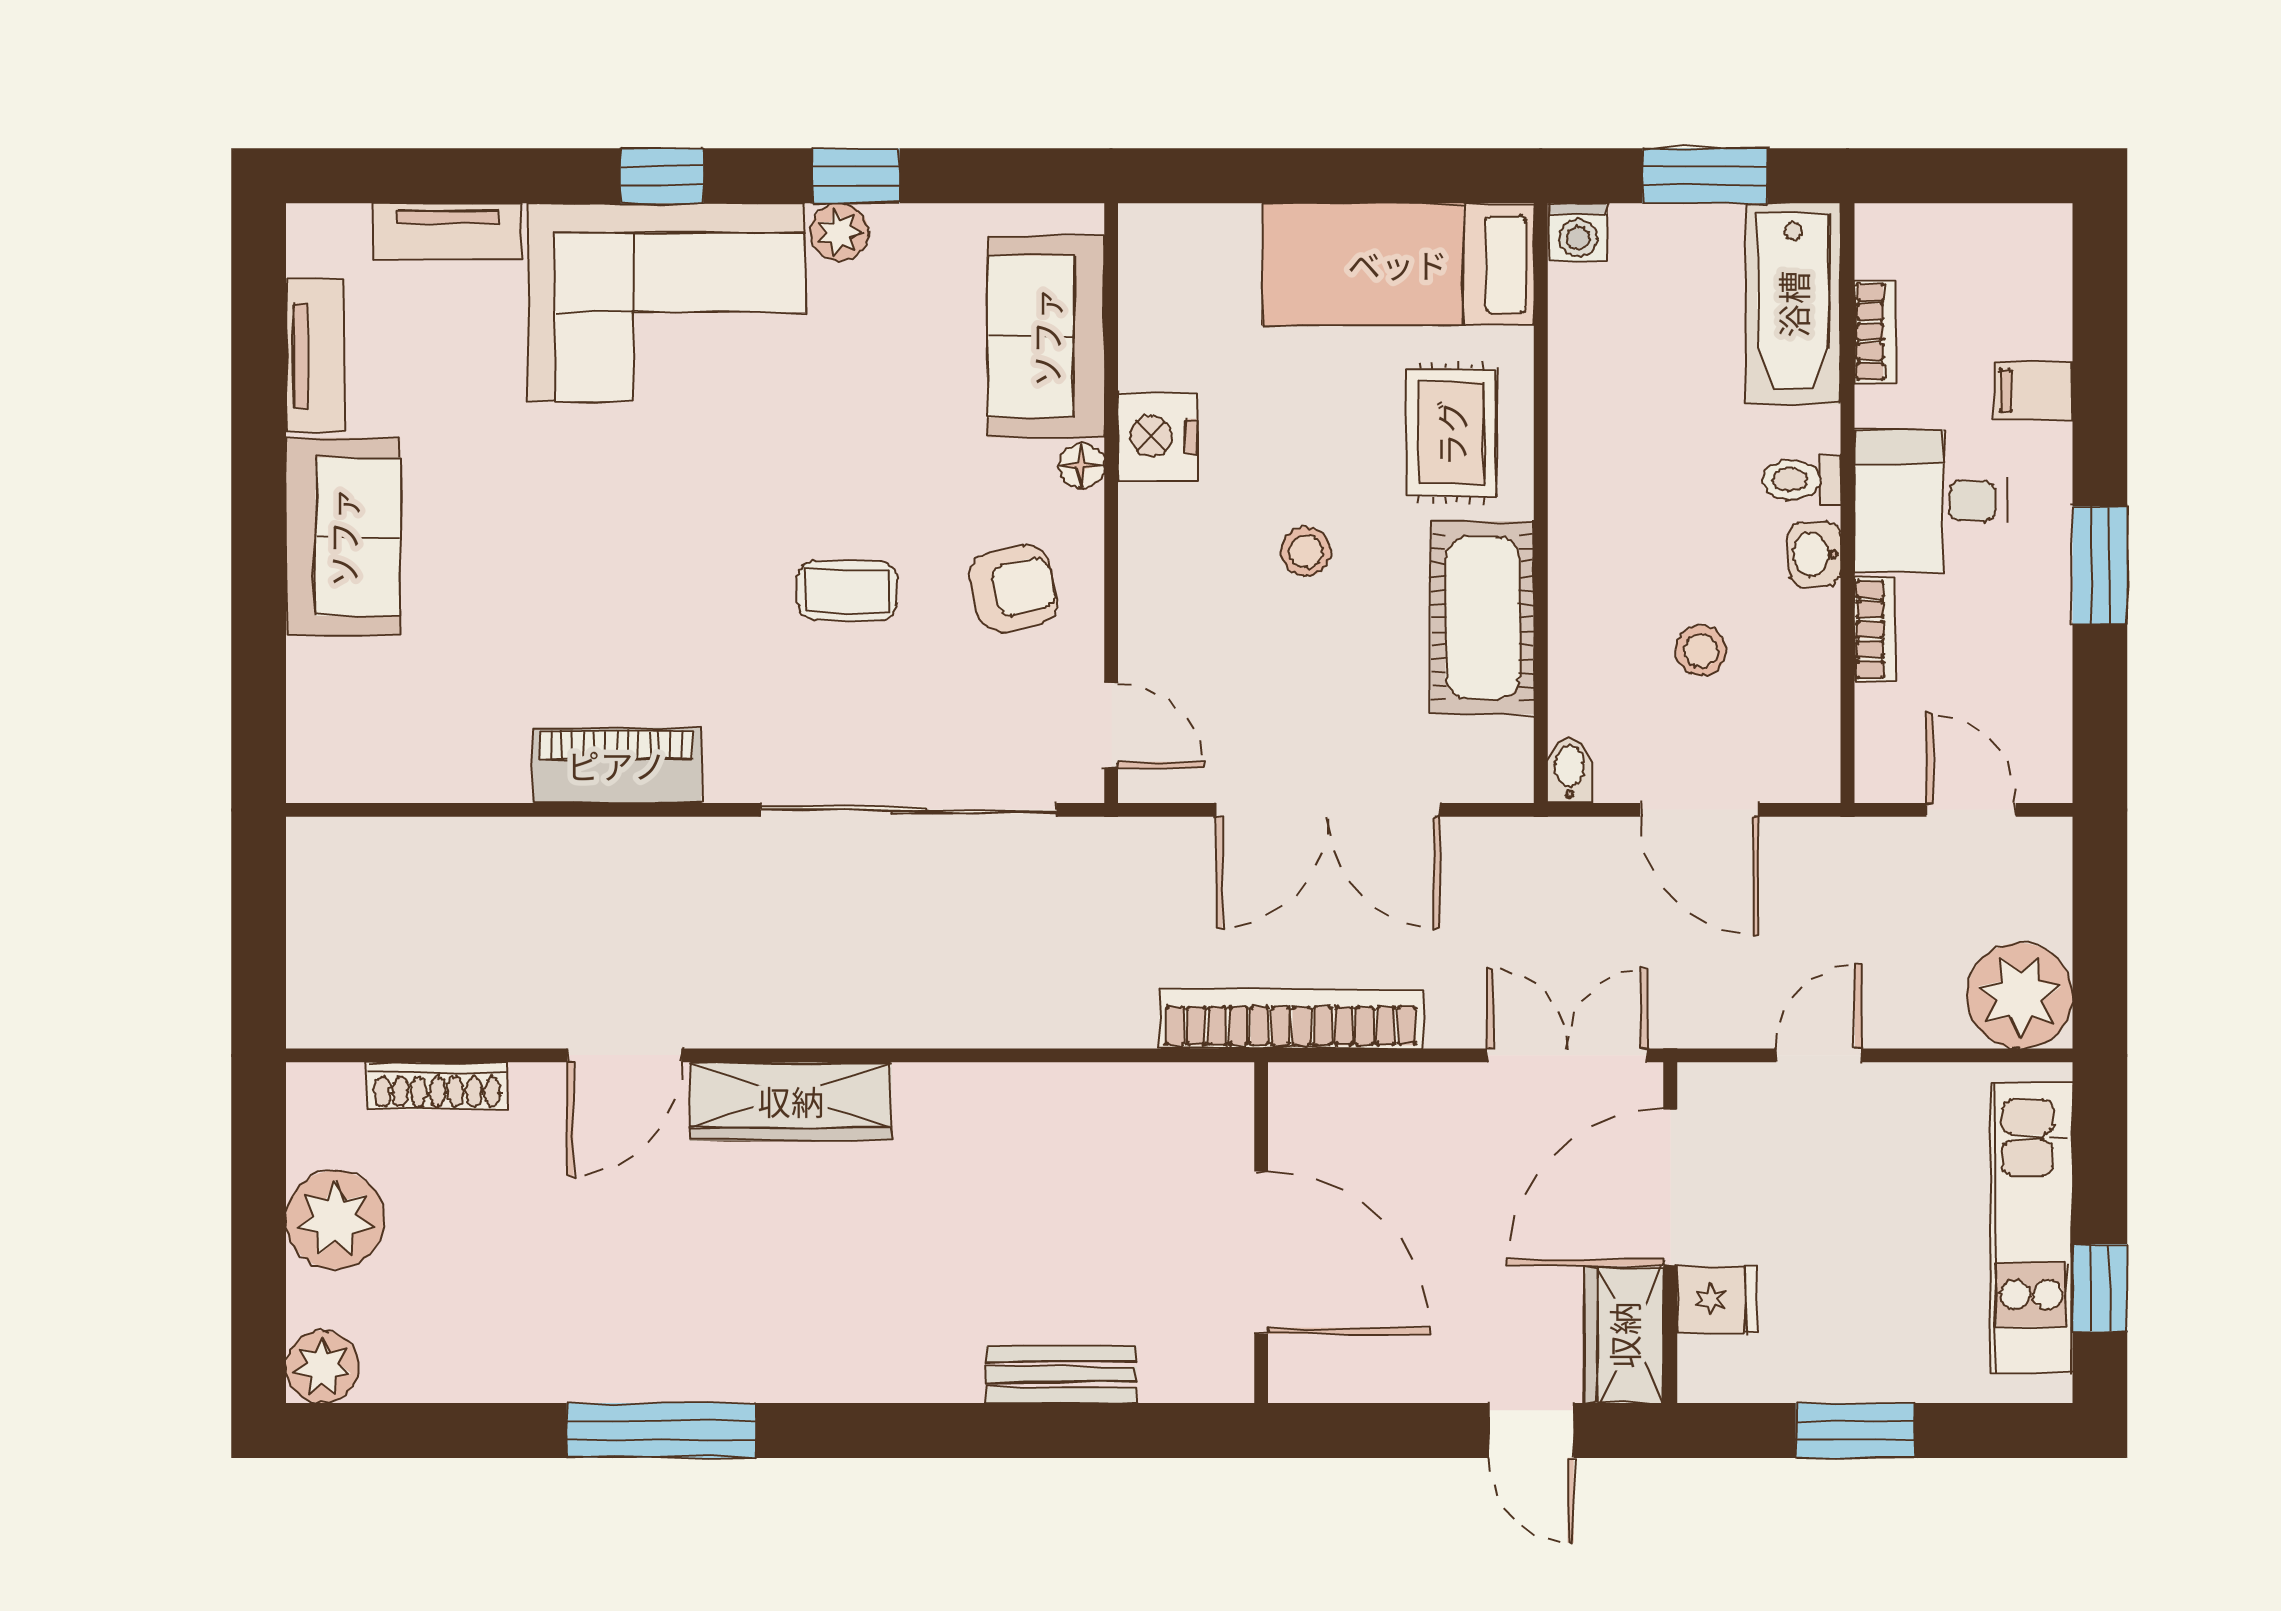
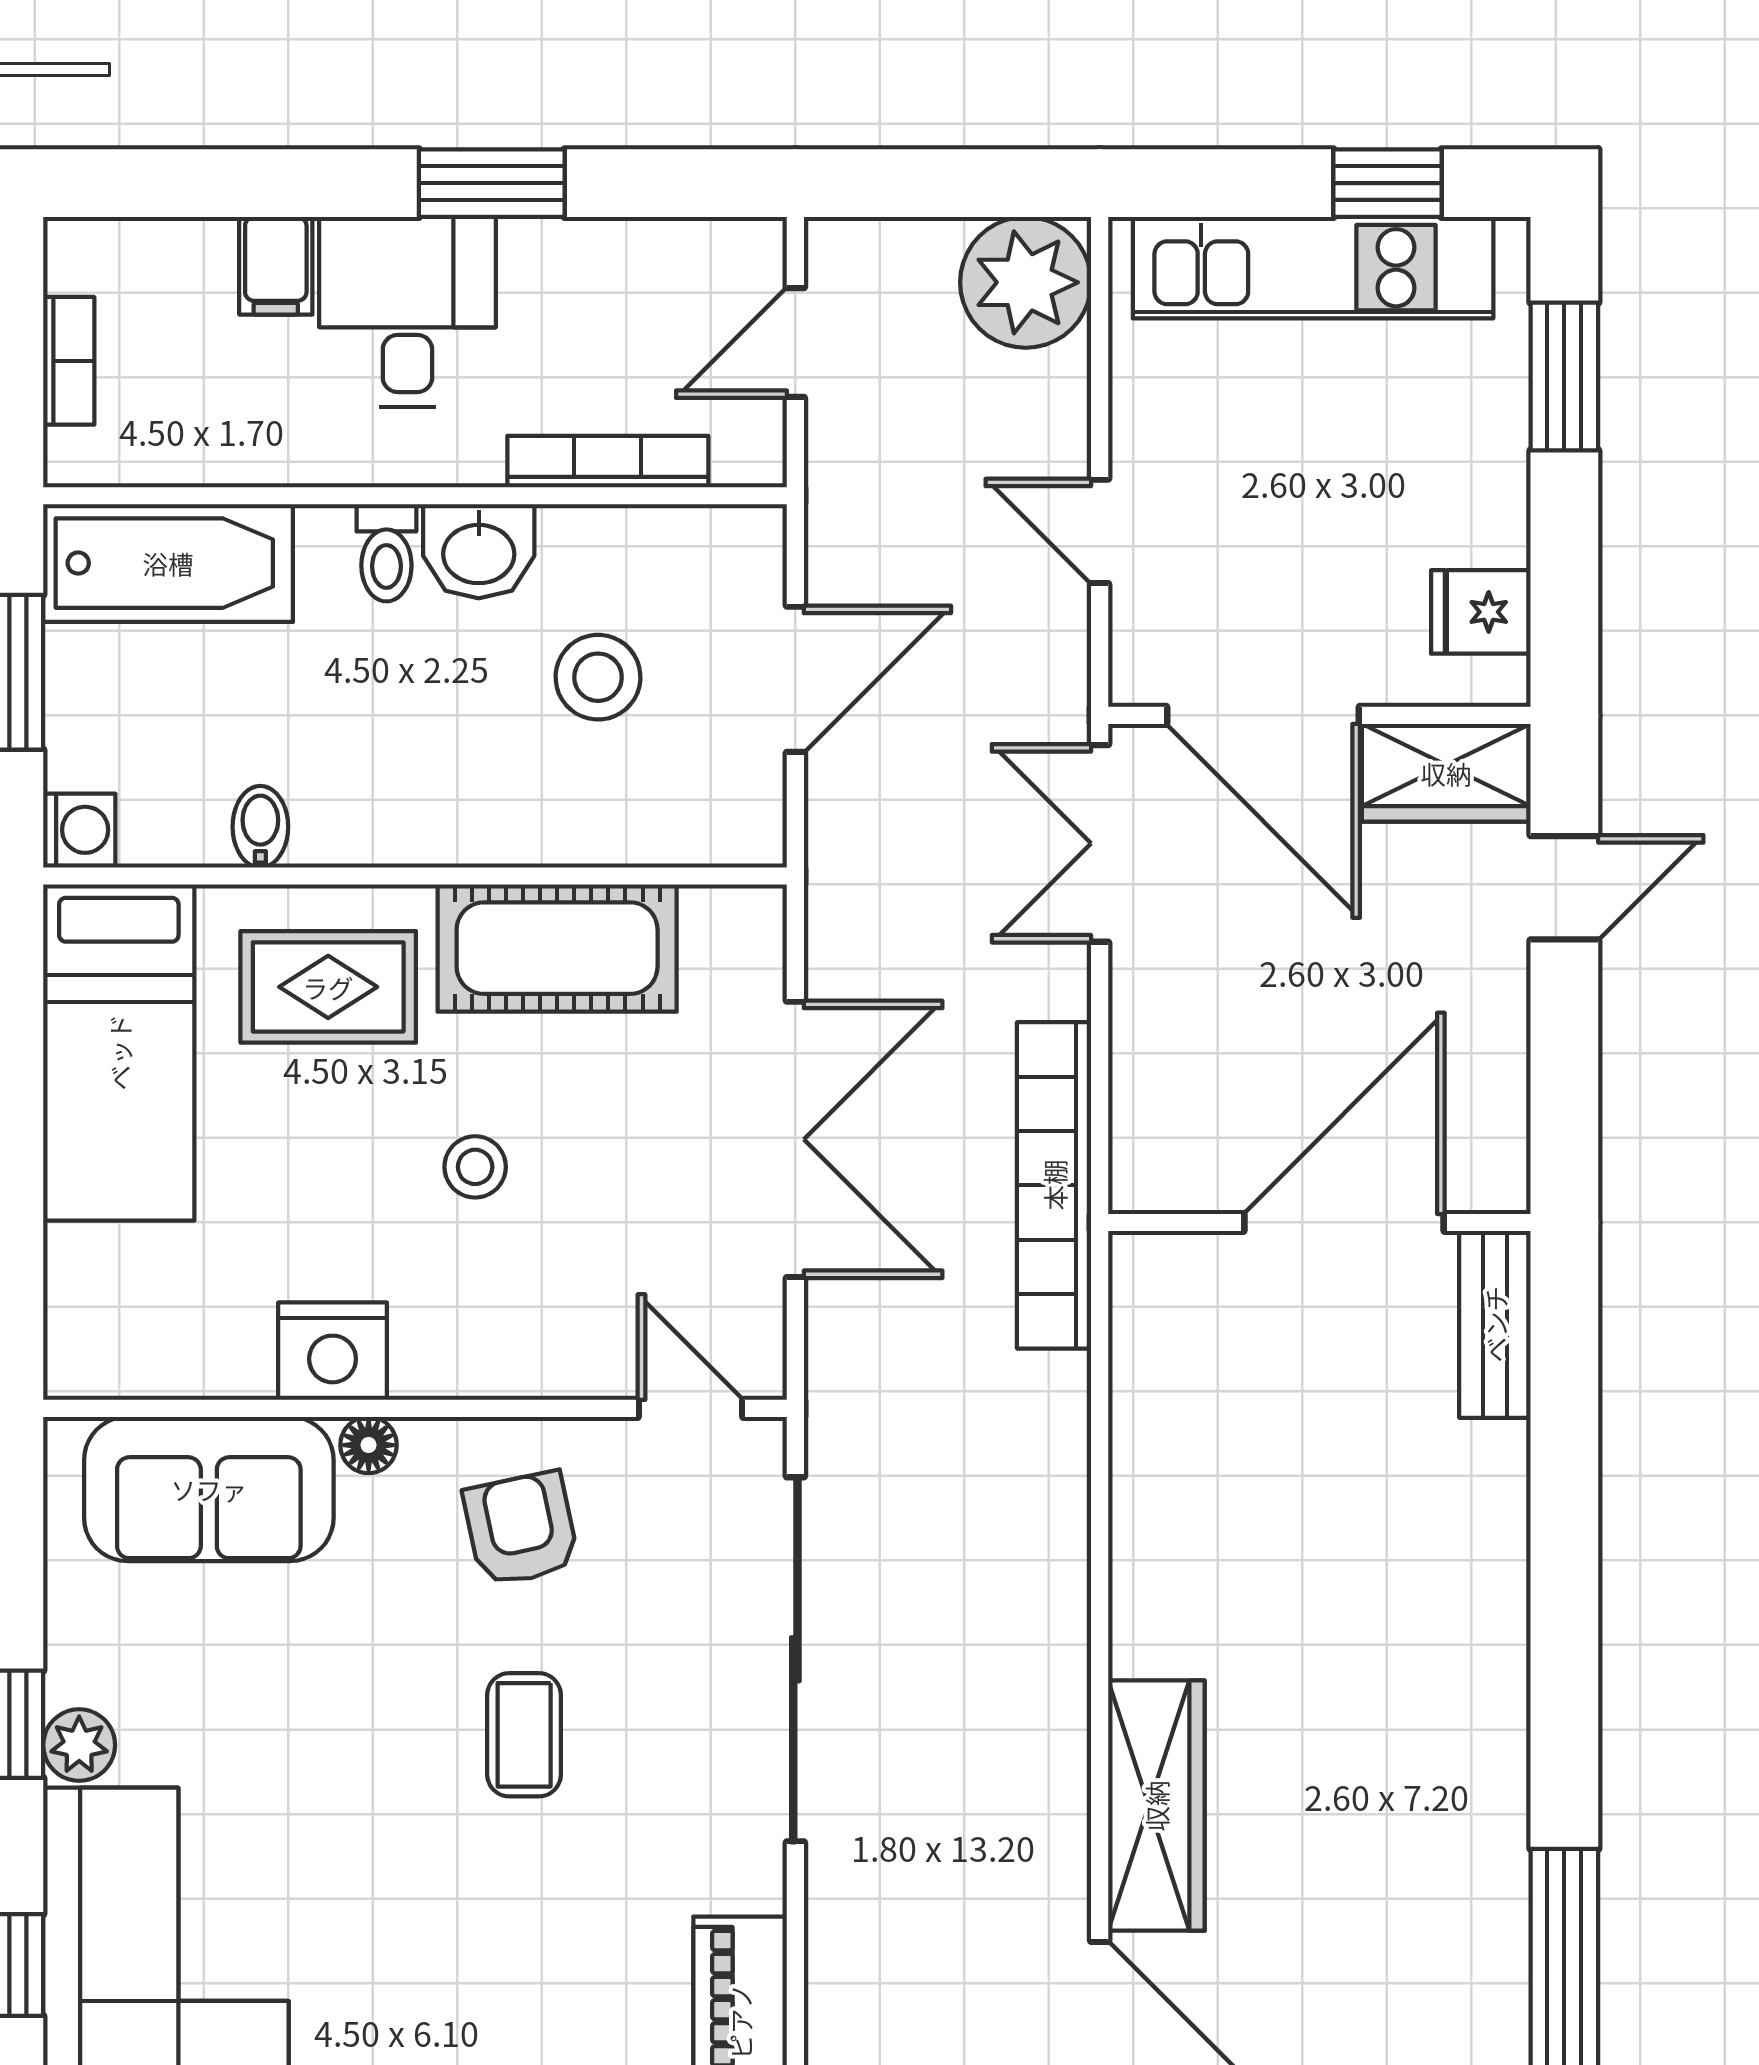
bookcase: (1875, 332) -> (69, 361), moved, turned 90
desk: (1931, 501) -> (407, 312), moved, turned 180
washbasin: (1815, 554) -> (479, 551), width x1.38, depth x1.45
bookcase: (1875, 629) -> (608, 462), width x1.56
stool: (1701, 651) -> (598, 677), width x1.37, depth x1.37
door: (1111, 725) -> (691, 1408), hinge flipped
bidet: (1570, 770) -> (260, 827), moved, turned 90
fridge: (1717, 1300) -> (1481, 612), moved, turned -90
bench: (1061, 1374) -> (1495, 1324), moved
window: (1855, 1430) -> (1564, 376), moved

